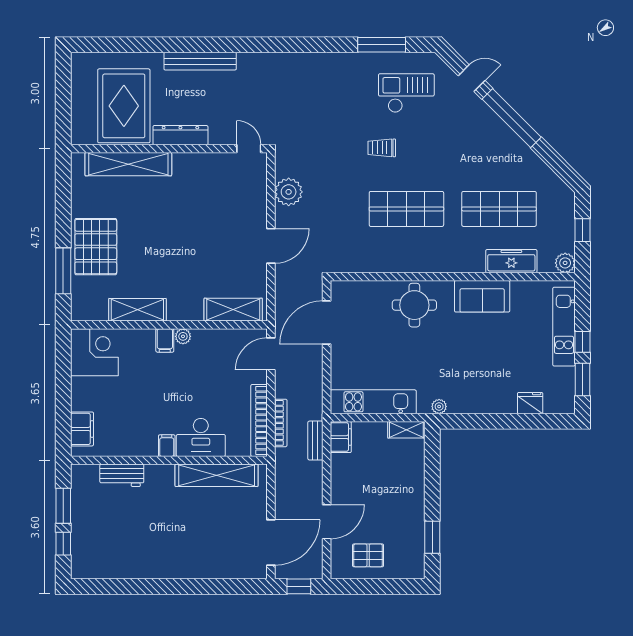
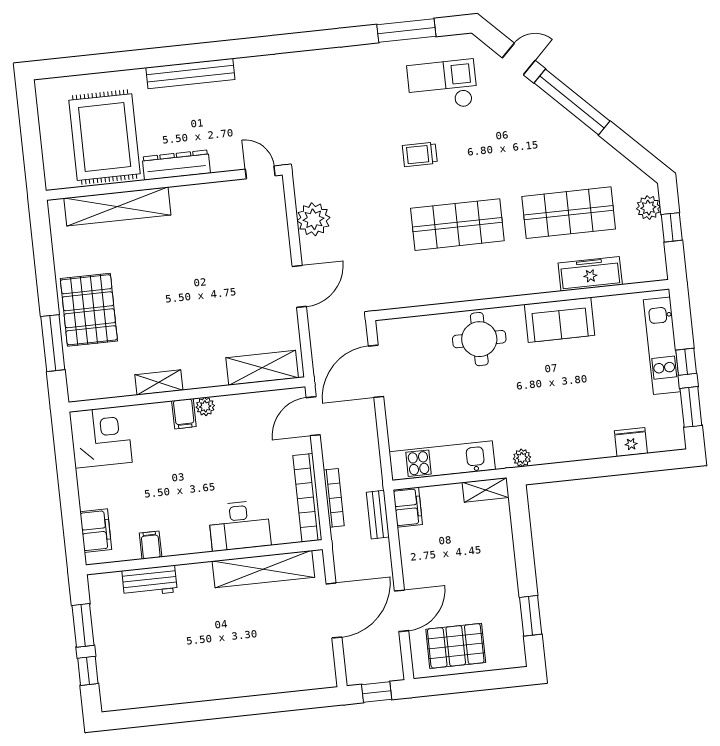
plant: (565, 263) -> (648, 208), moved
shelving: (137, 310) -> (159, 382), width x0.67, depth x0.75
filing cabinet: (167, 446) -> (151, 545), moved
door: (271, 542) -> (334, 610), moved
pallet: (368, 555) -> (456, 646), width x1.50, depth x1.42

